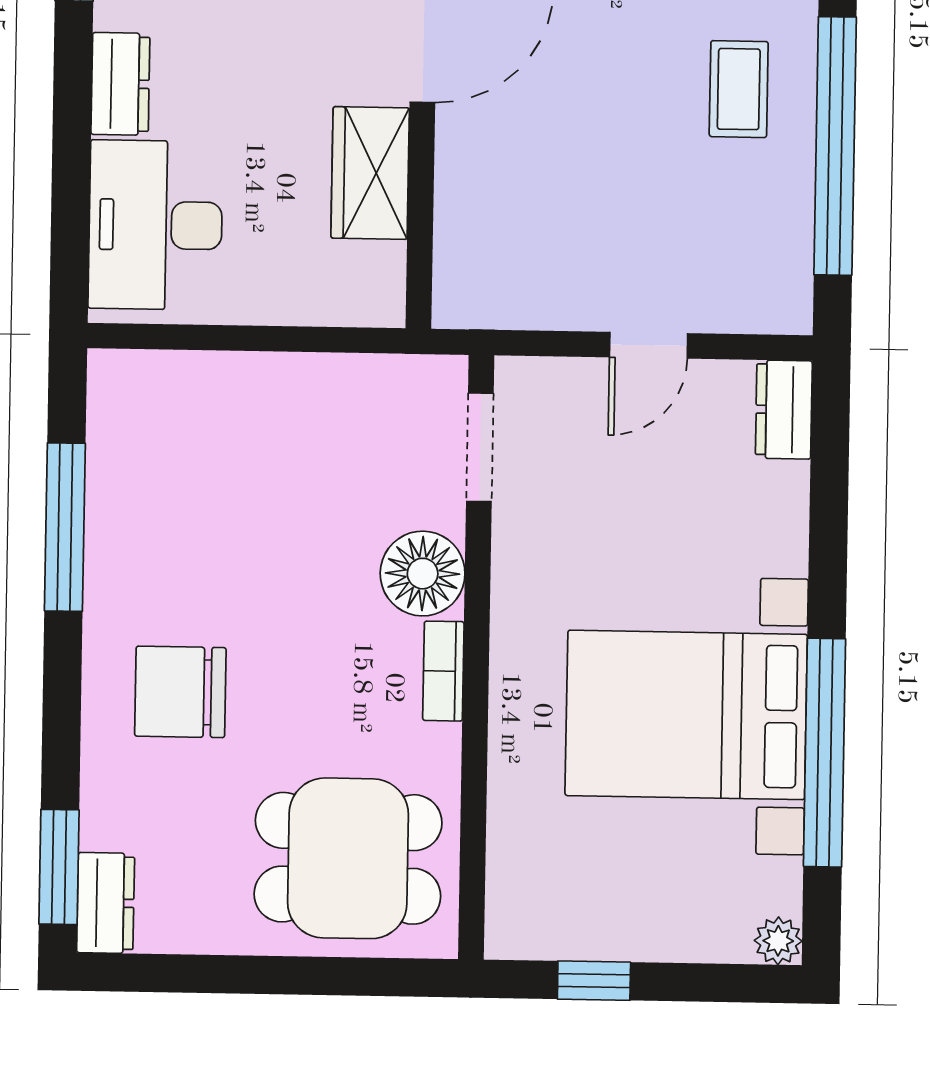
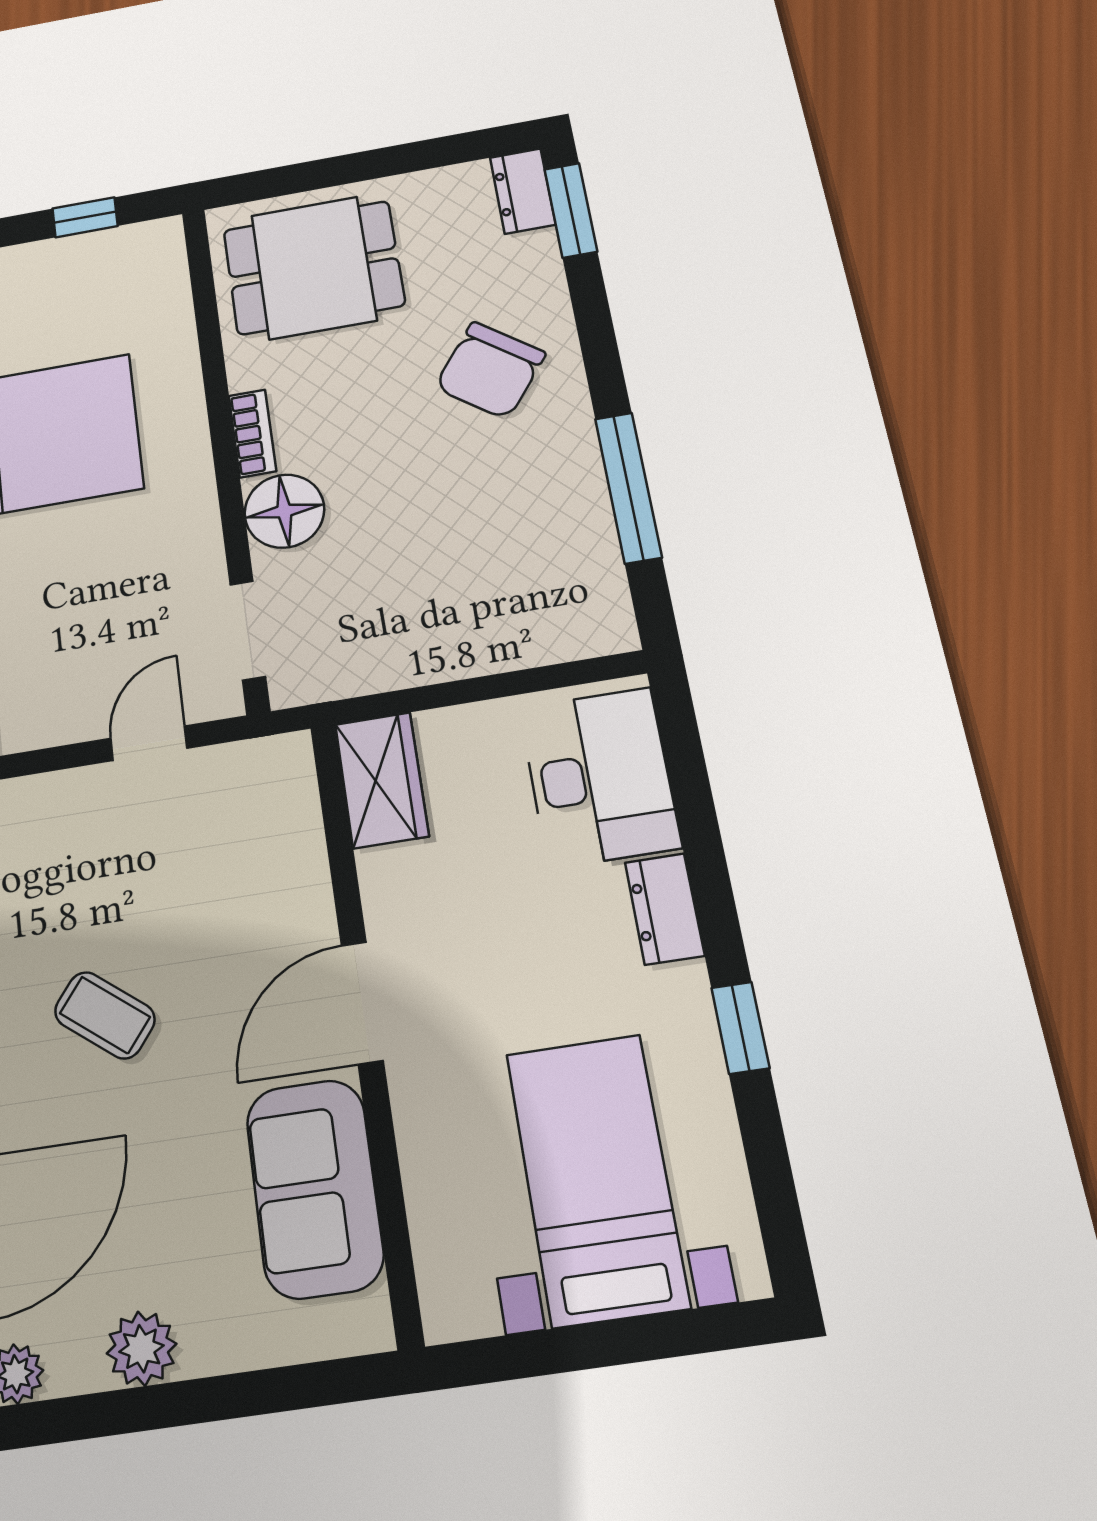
coffee table: (739, 89) -> (105, 1015), moved, turned -52
wardrobe: (370, 173) -> (382, 780), moved
door: (649, 345) -> (149, 743), moved
chair: (180, 692) -> (490, 370), turned 127

